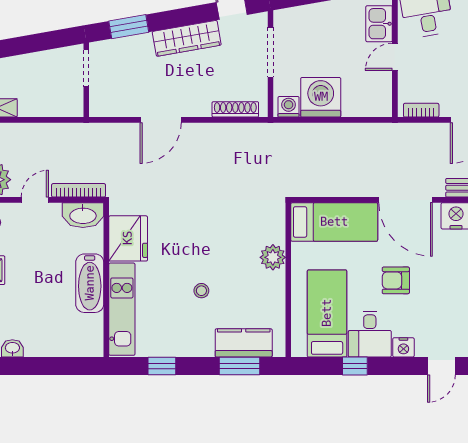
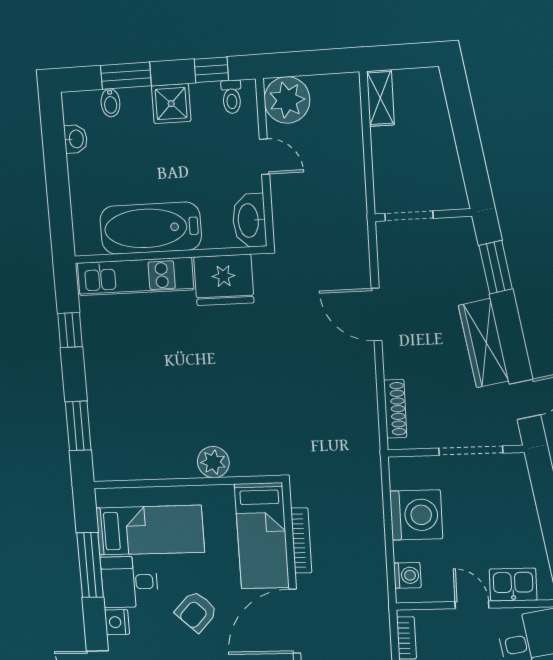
doorway: (86, 68) -> (409, 216), moved
washing machine: (289, 107) -> (407, 575), moved
bookcase: (79, 190) -> (301, 541), moved
armchair: (396, 280) -> (196, 611), turned -137
bathtub: (90, 283) -> (151, 228), width x1.36, depth x1.36
stool: (201, 291) -> (166, 375), removed
kitchen counter: (244, 343) -> (106, 430), removed
window: (355, 366) -> (90, 565), width x2.17

